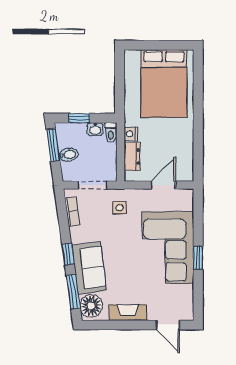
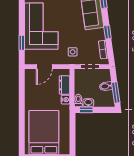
window: (79, 118) -> (86, 110), moved
window: (68, 254) -> (107, 32), moved
window: (198, 258) -> (22, 43), moved

